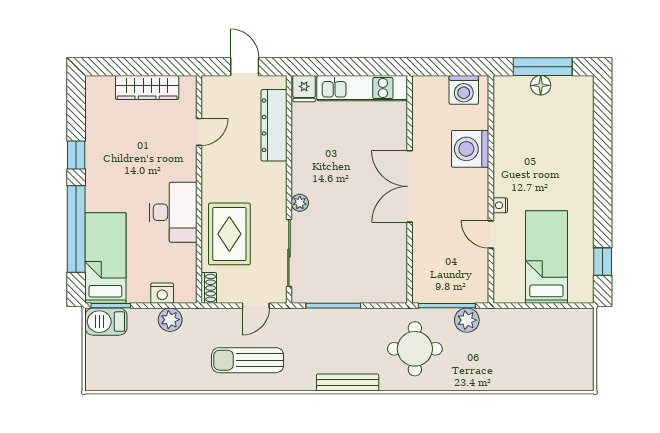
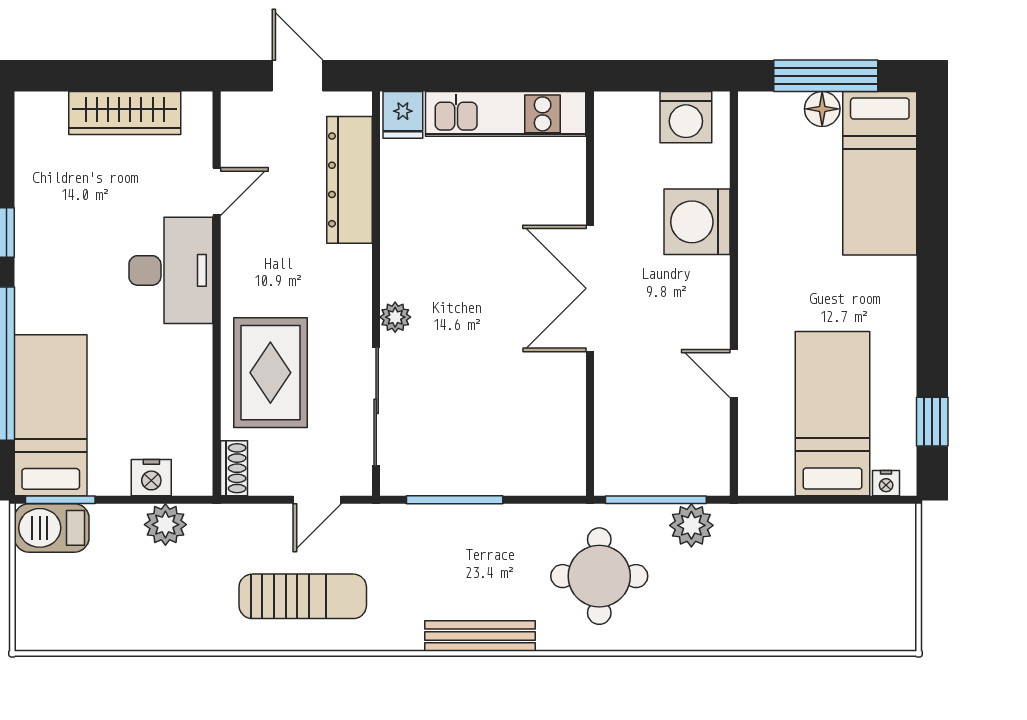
bed: (573, 122) -> (880, 173), added
nightstand: (500, 205) -> (886, 483), moved, turned -90
desk: (173, 212) -> (171, 270), moved
sun lounger: (248, 360) -> (303, 596), turned 180

